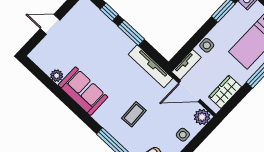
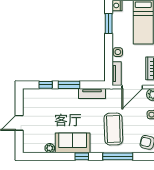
tv unit: (150, 66) -> (92, 93), width x0.71
window: (80, 112) -> (82, 156), added
coffee table: (134, 114) -> (113, 129), width x1.86, depth x1.72

